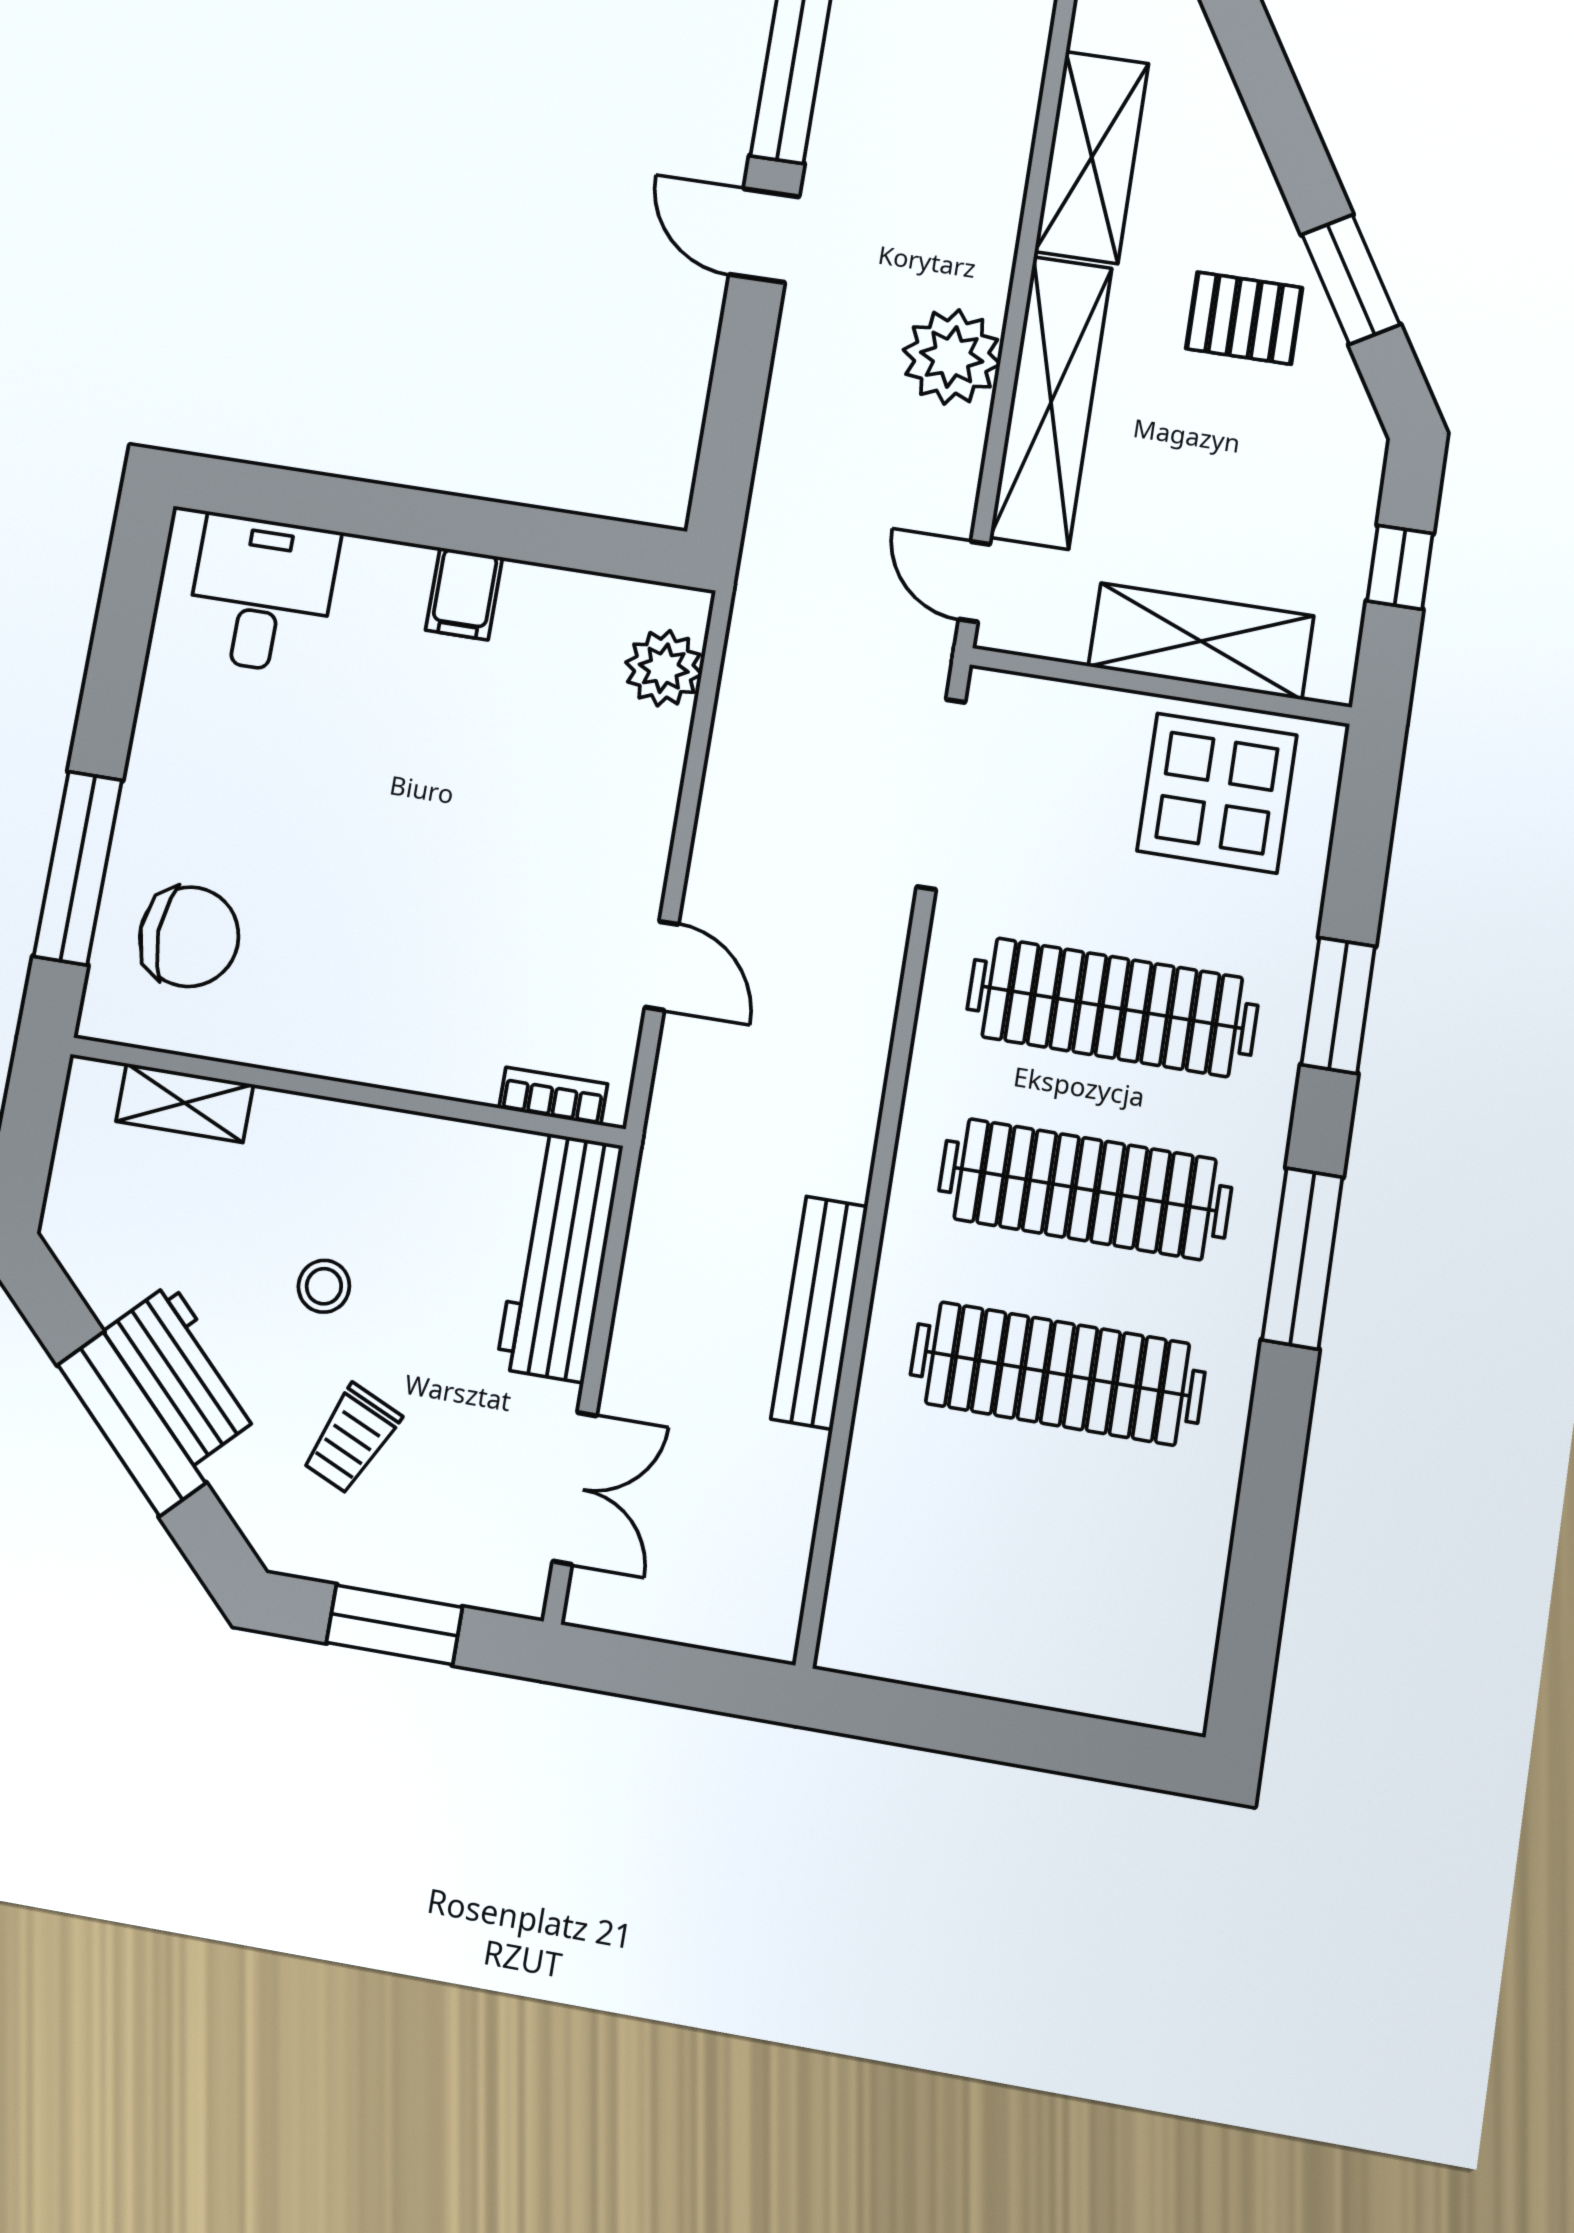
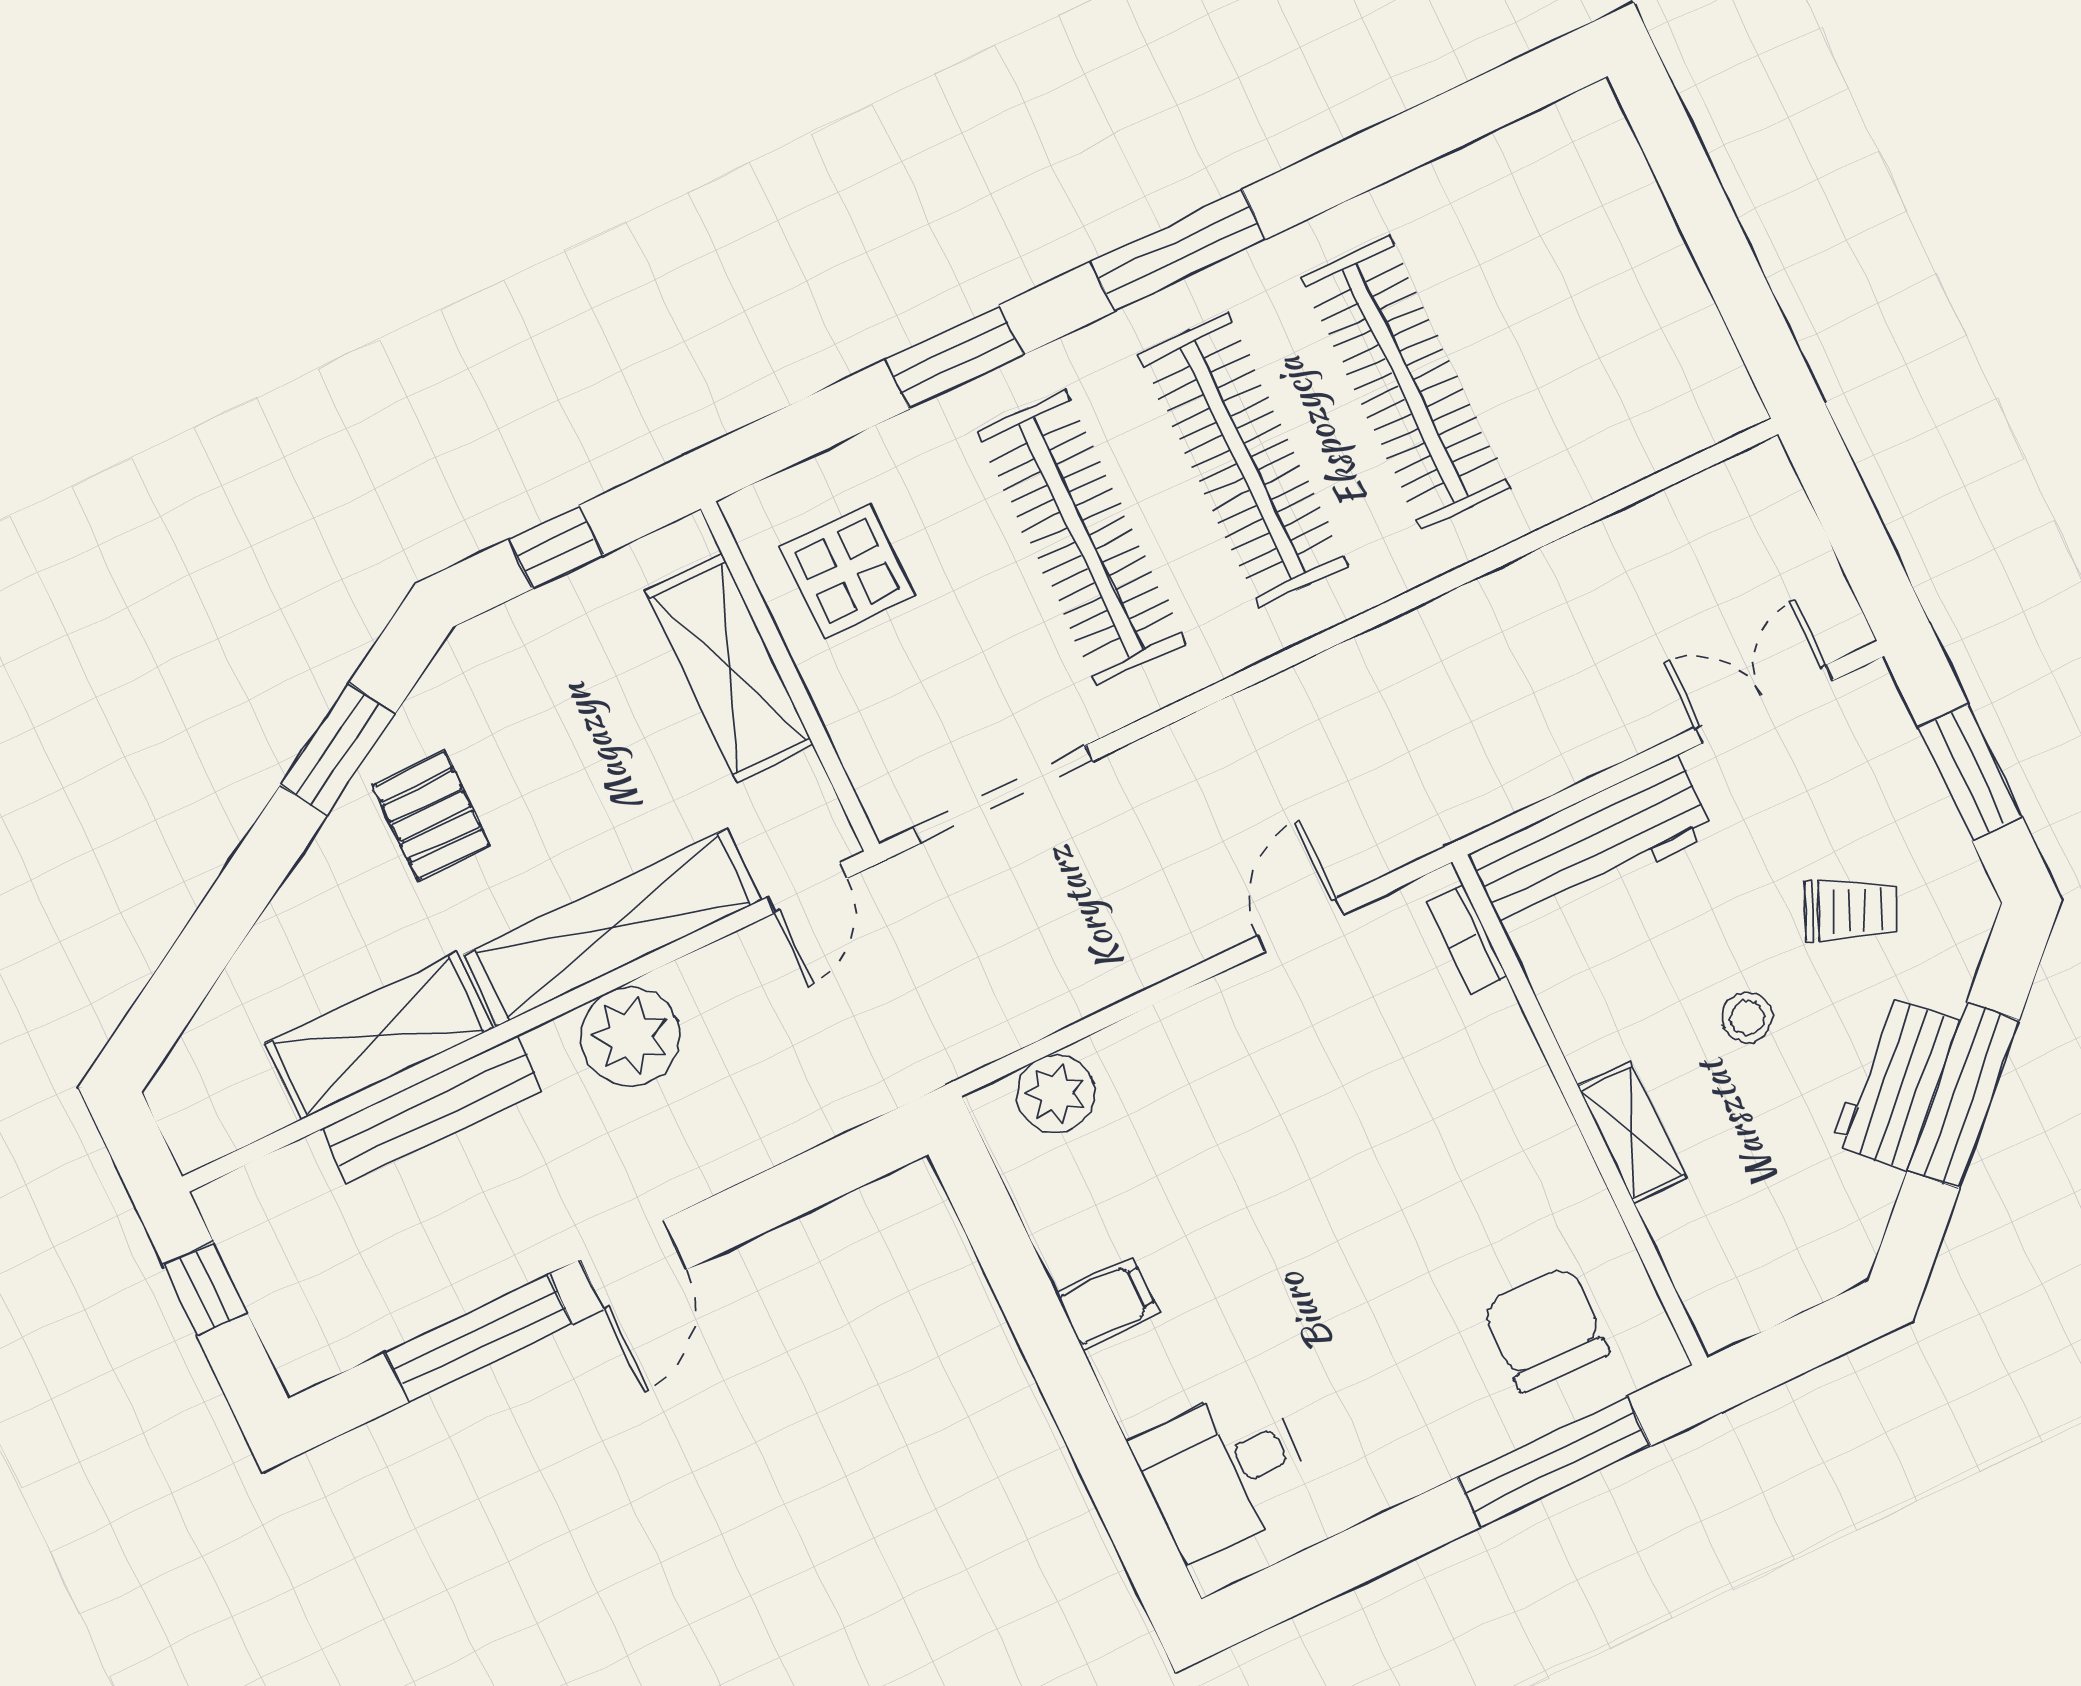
display table: (1217, 793) -> (847, 571), width x0.73, depth x0.73
shelving: (185, 1103) -> (1632, 1133), moved
bench: (819, 1312) -> (432, 1109), moved

